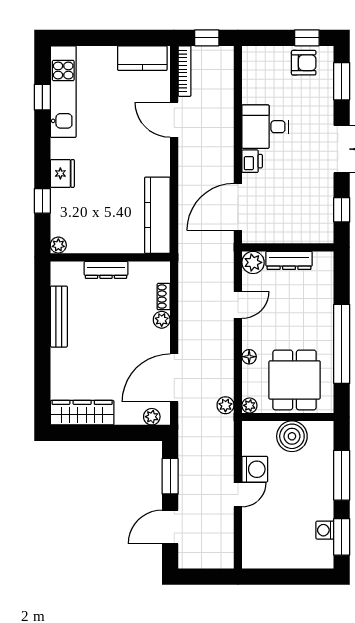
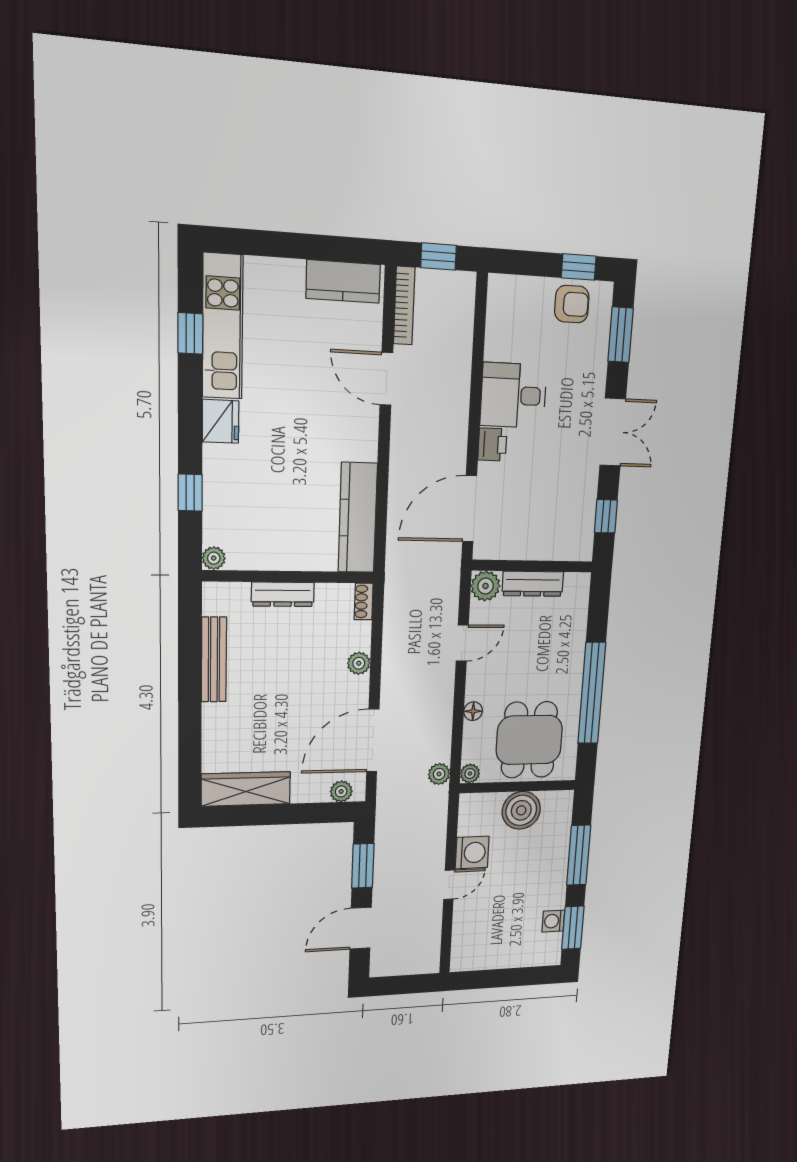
fridge: (62, 173) -> (221, 421), moved
shoe rack: (164, 297) -> (364, 601), moved

